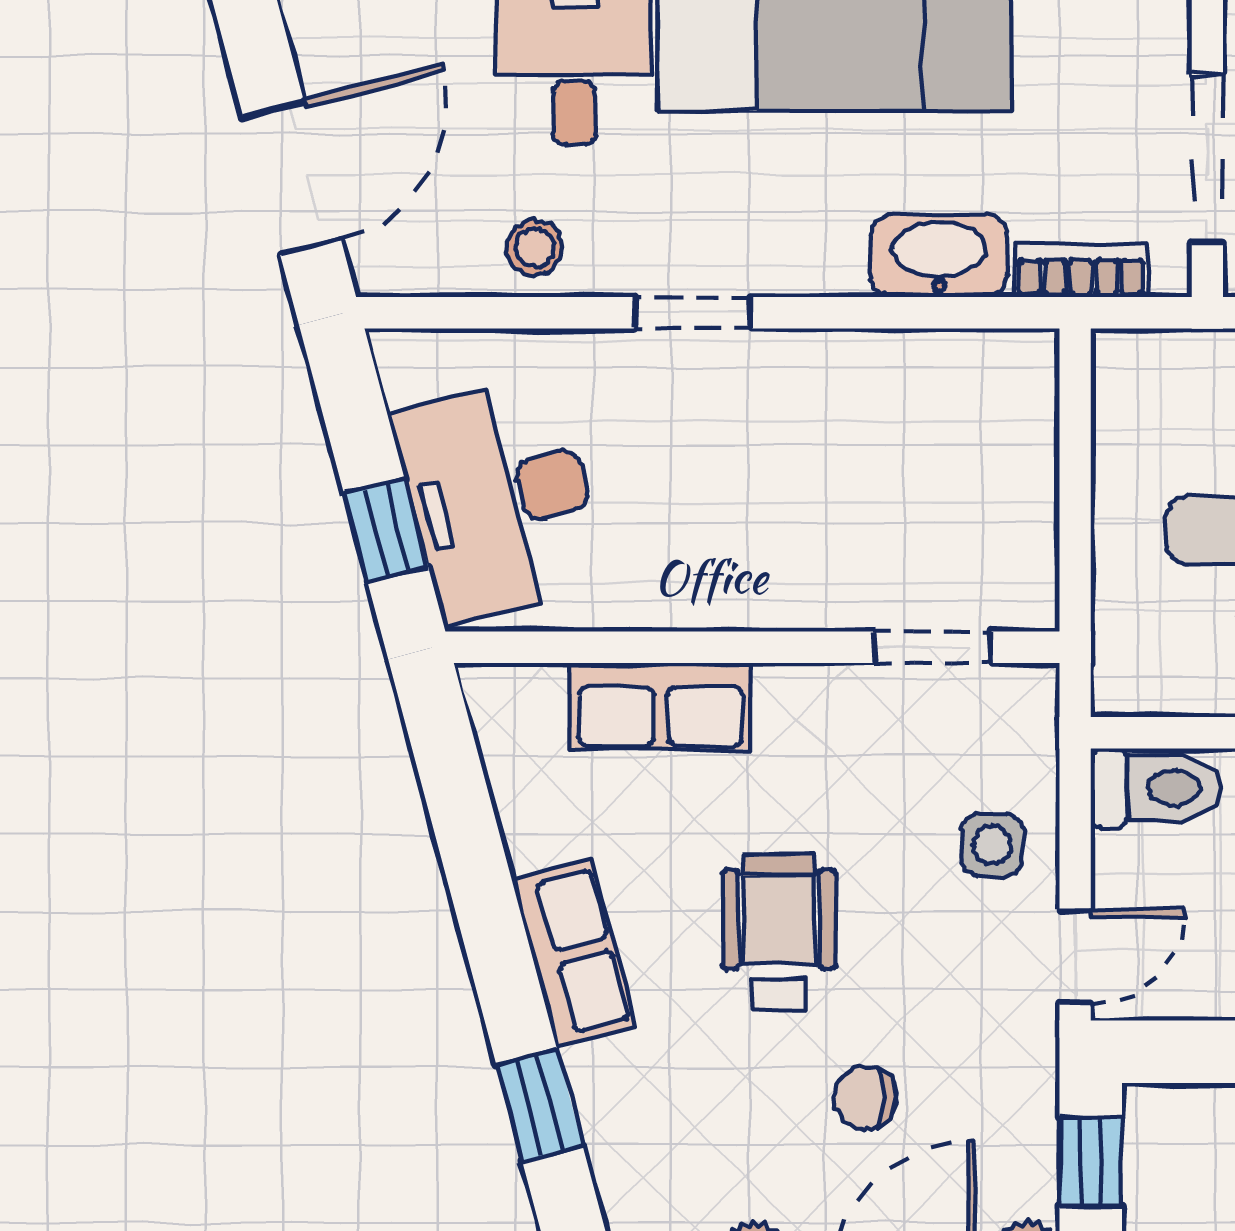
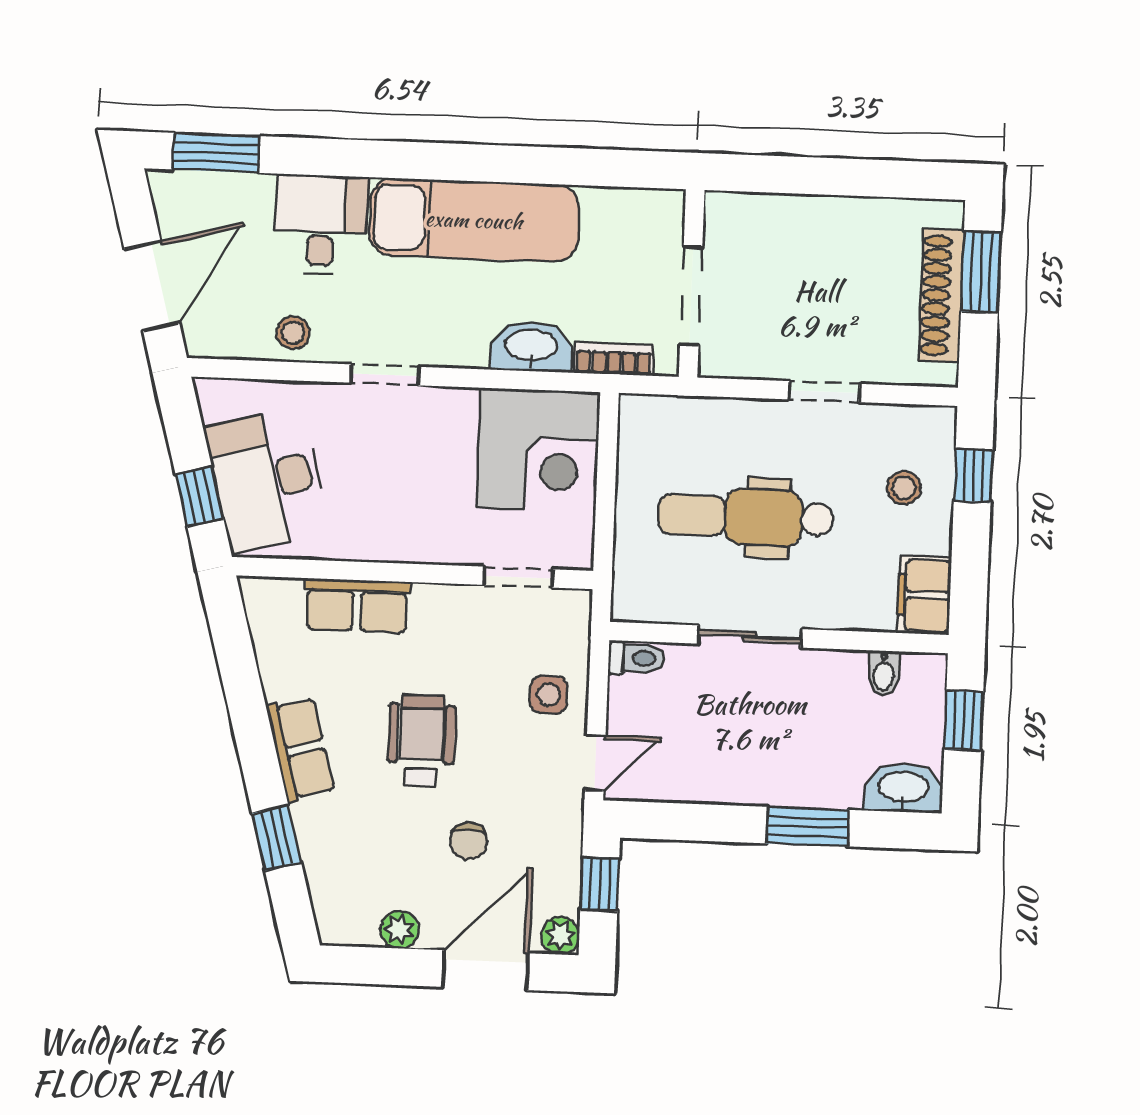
corner desk: (958, 430) -> (538, 450), added
toilet: (1156, 788) -> (636, 658), width x0.73, depth x0.72
chair: (865, 1098) -> (469, 841), turned -90

